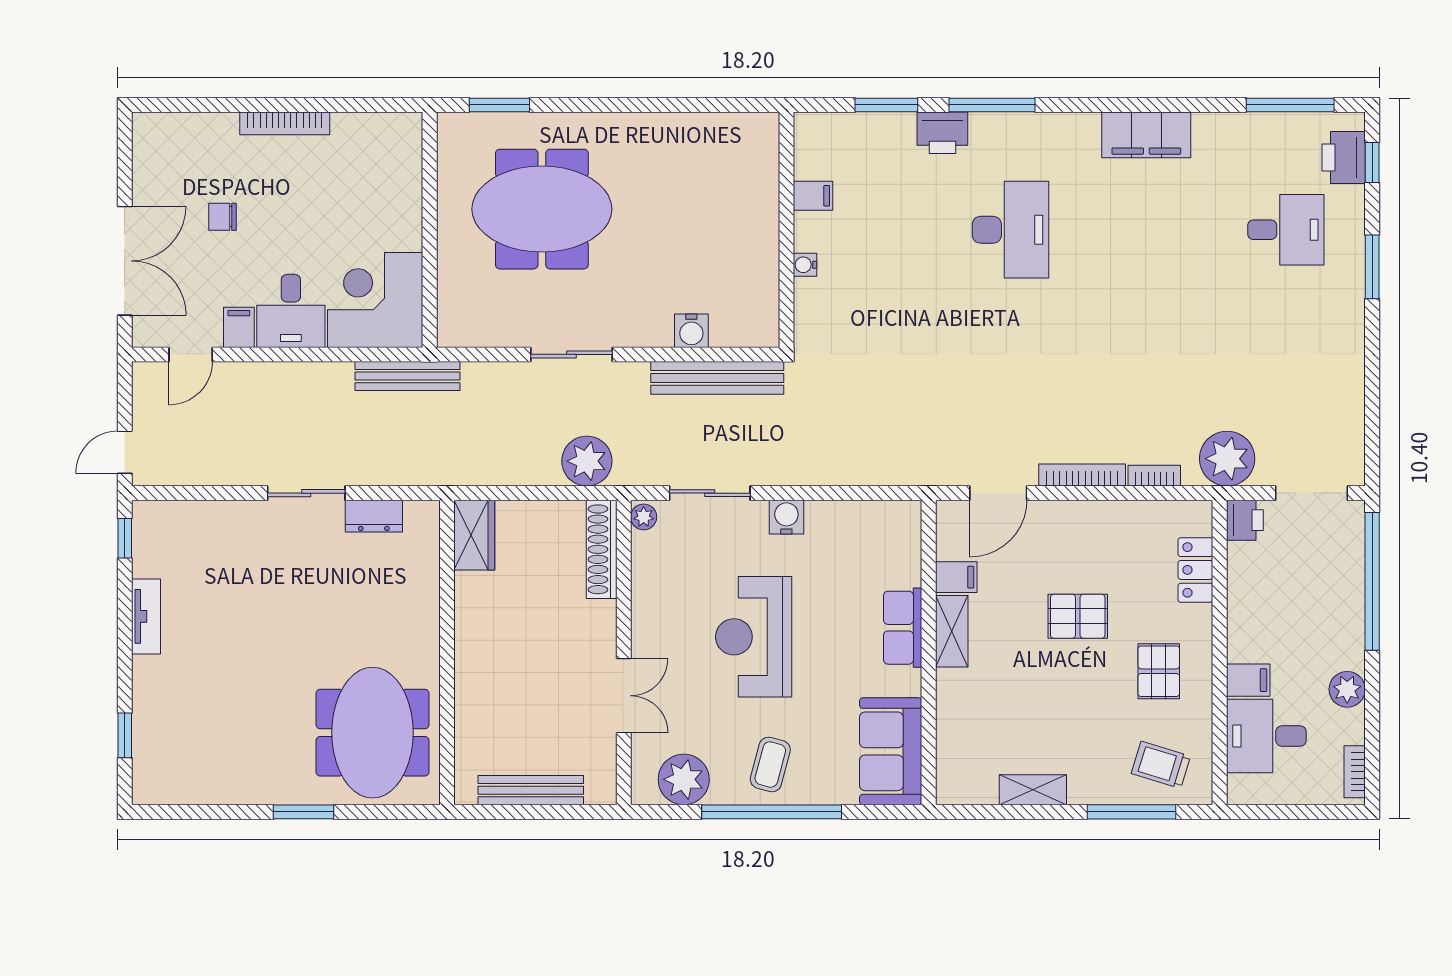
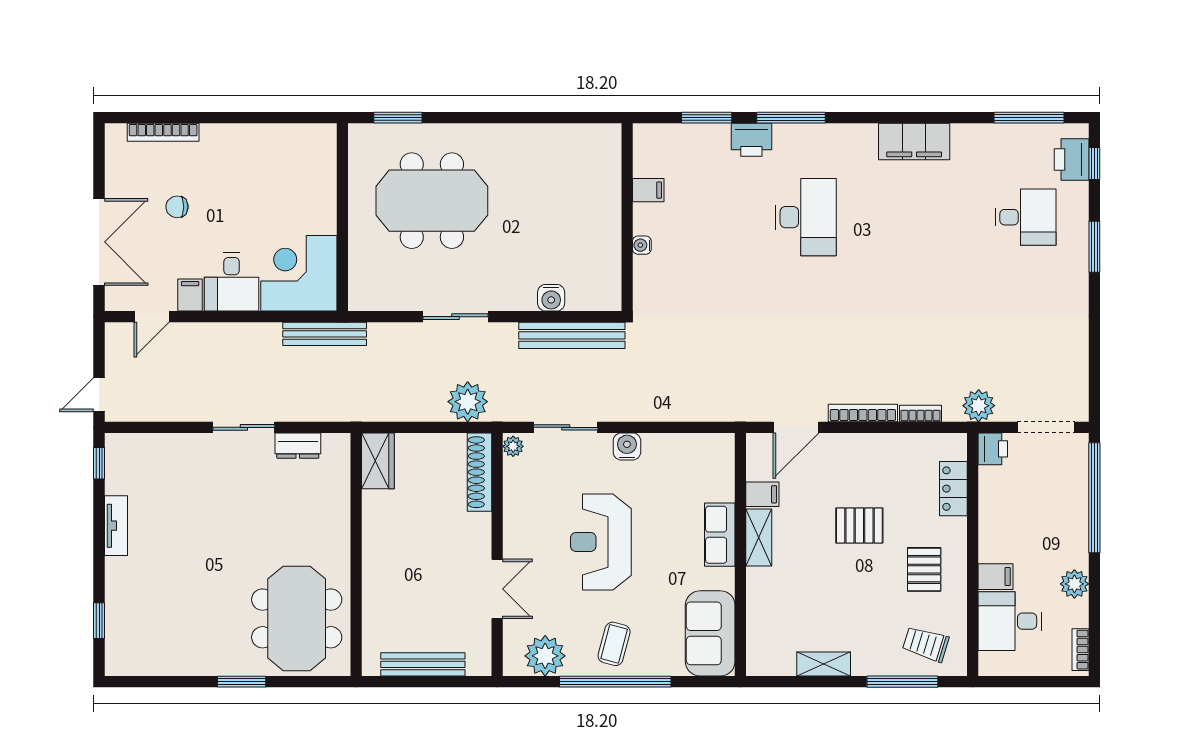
bookcase: (285, 123) -> (163, 132), moved
plant: (1227, 459) -> (979, 406), width x0.73, depth x0.73

